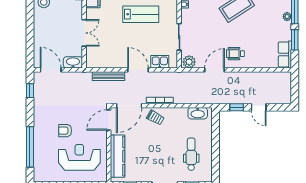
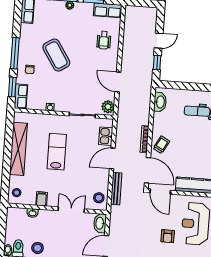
wheelchair: (235, 54) -> (104, 40), moved
stool: (98, 59) -> (99, 198), added

